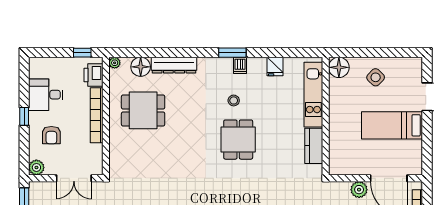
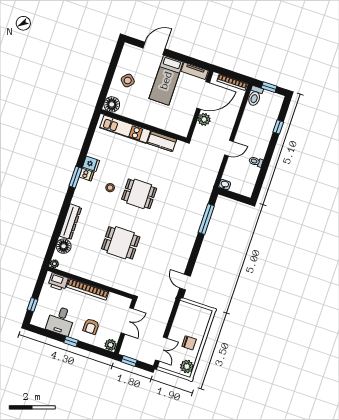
window: (82, 53) -> (33, 305), moved
fridge: (275, 66) -> (91, 164), moved
dining table: (143, 110) -> (121, 243), moved, turned 90
armchair: (51, 135) -> (91, 326), turned 90
tv unit: (416, 157) -> (195, 71), added

